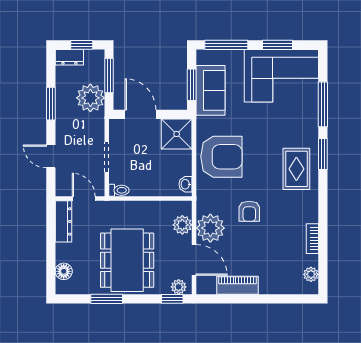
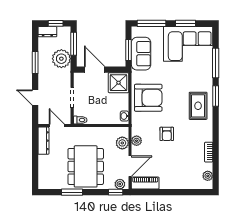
plant: (210, 228) -> (137, 141), width x0.53, depth x0.53
door: (194, 260) -> (130, 166), hinge flipped
floor lamp: (64, 271) -> (44, 174), removed
piano: (237, 285) -> (145, 183), moved

